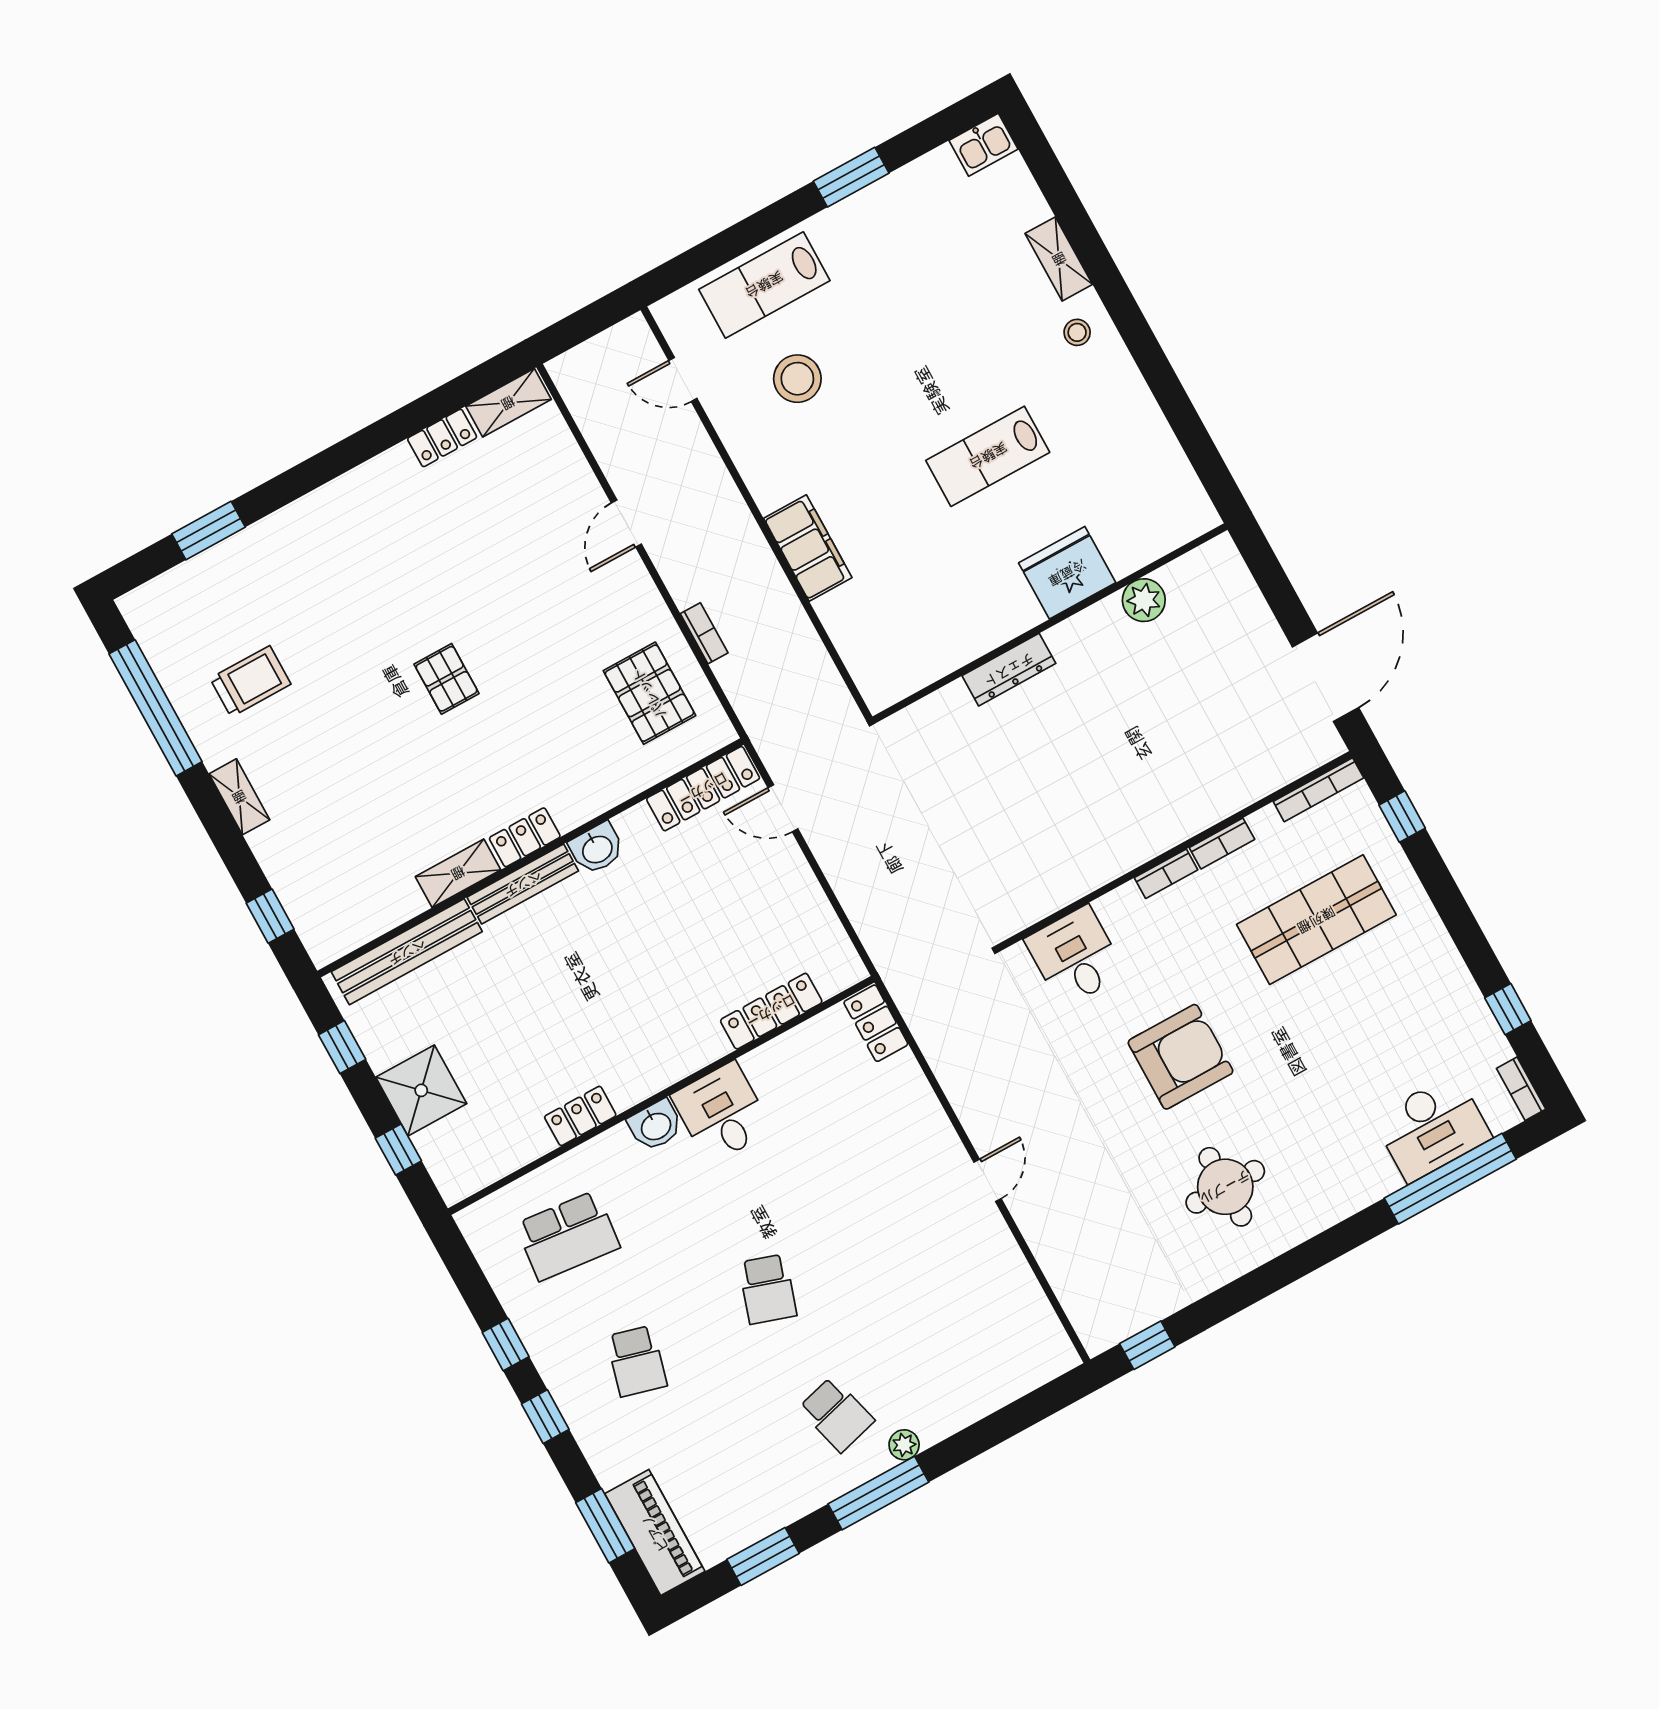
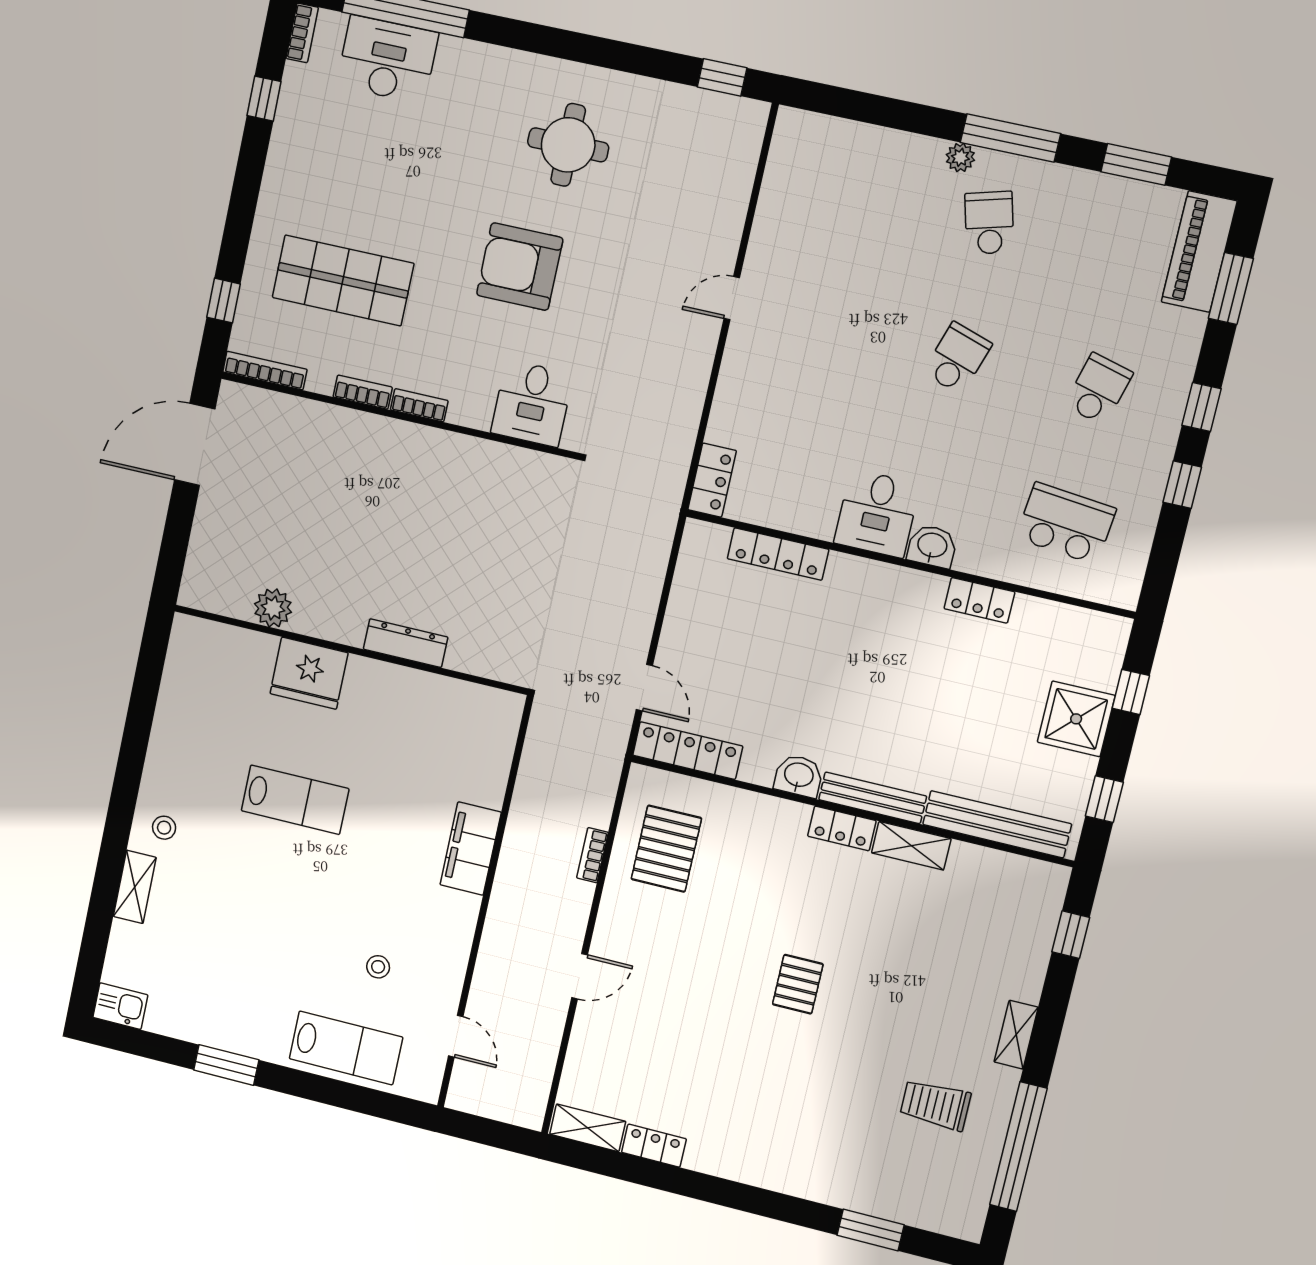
stool: (797, 379) -> (378, 967), width x0.53, depth x0.53

